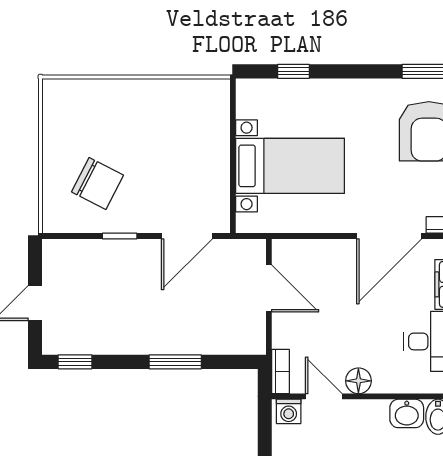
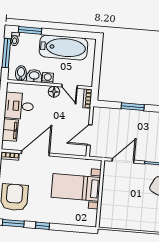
window: (293, 71) -> (42, 226), moved
door: (269, 288) -> (89, 135), hinge flipped
washing machine: (289, 411) -> (48, 78), moved

